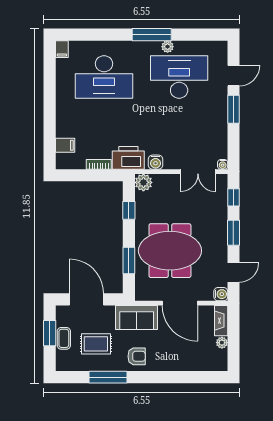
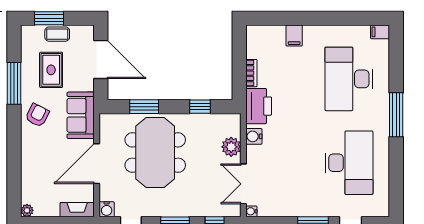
window: (152, 35) -> (396, 115), moved
plant: (168, 47) -> (383, 150), removed
filing cabinet: (65, 145) -> (294, 36), moved
plant: (143, 182) -> (231, 147), moved
door: (87, 299) -> (101, 59), hinge flipped
window: (50, 333) -> (49, 18), moved
plant: (222, 343) -> (27, 210), moved
armchair: (137, 356) -> (37, 115), turned -153

